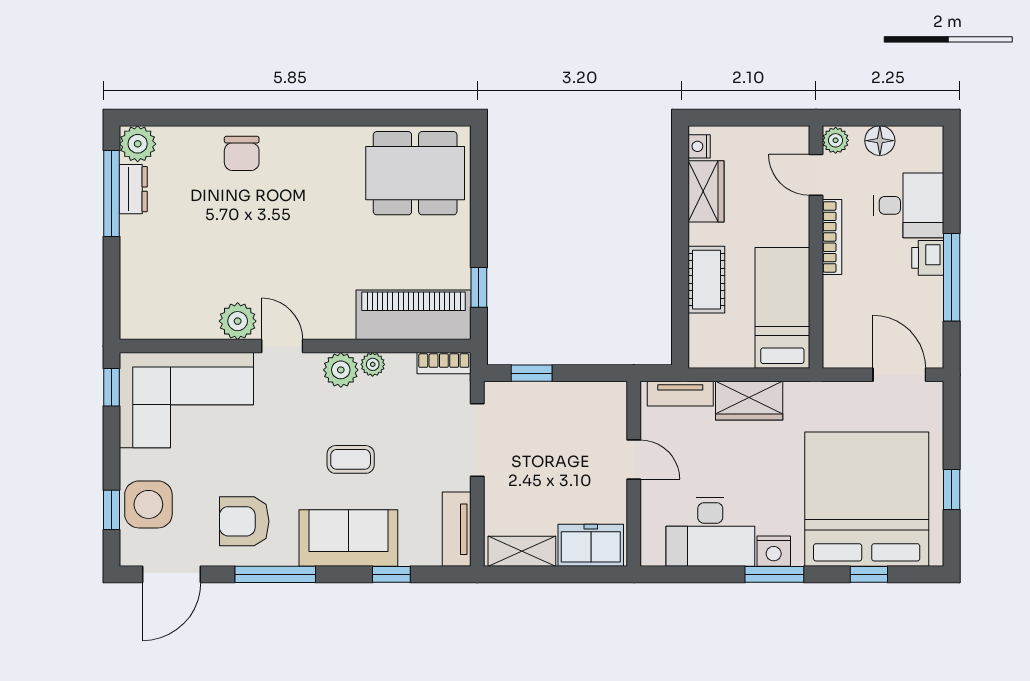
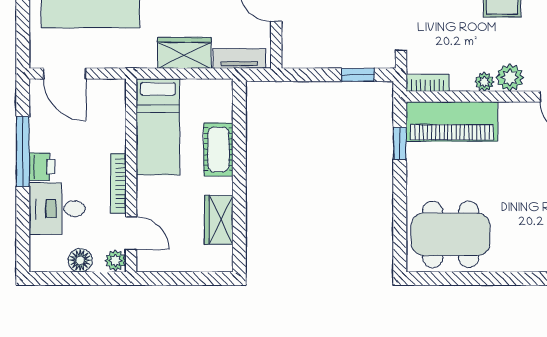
nightstand: (699, 146) -> (224, 256), removed

